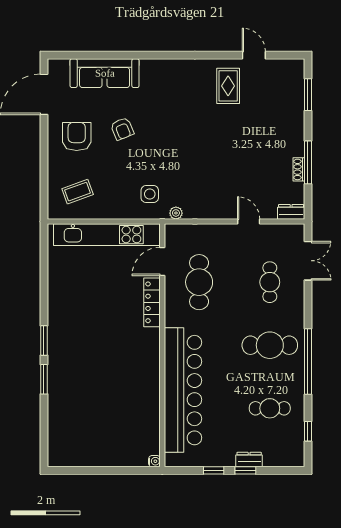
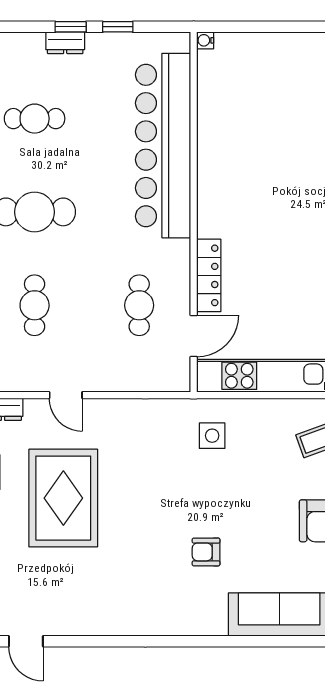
door: (254, 55) -> (26, 641), moved
rug: (228, 86) -> (63, 498), moved, width x1.86, depth x2.06
armchair: (122, 129) -> (206, 552), moved, turned -68
plant: (176, 213) -> (173, 408), removed
cafe table: (199, 282) -> (139, 305), width x0.73, depth x0.74

